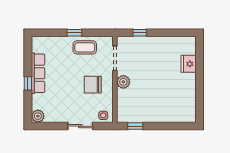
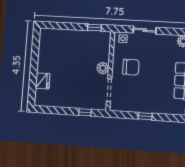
coffee table: (85, 47) -> (136, 102), removed

